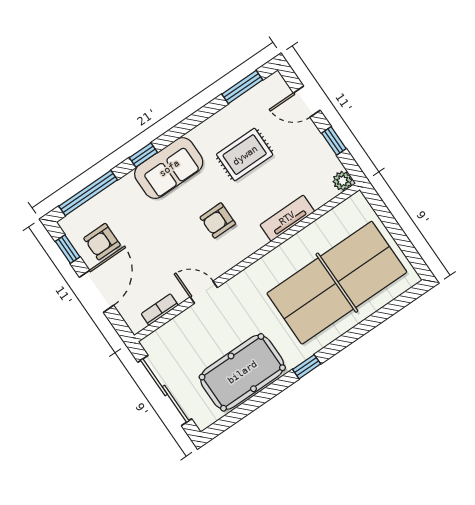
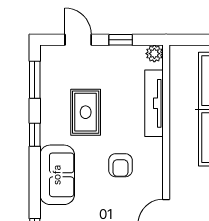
door: (307, 102) -> (78, 40), swing flipped
window: (143, 155) -> (35, 135), moved
tv unit: (287, 218) -> (154, 103), width x1.41

